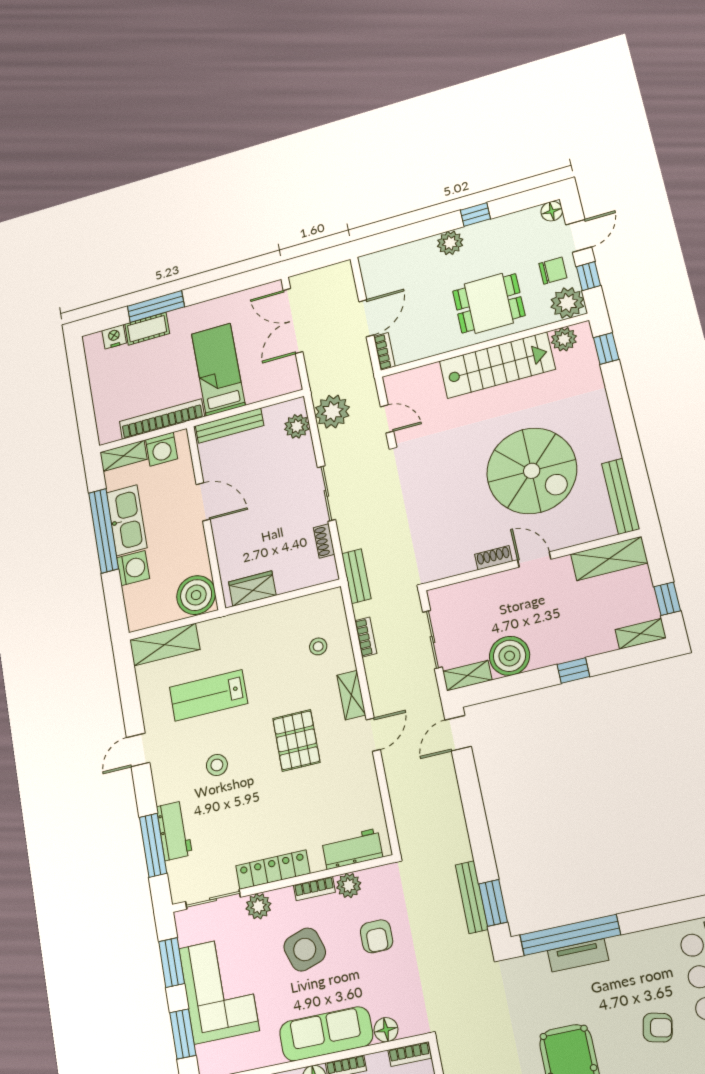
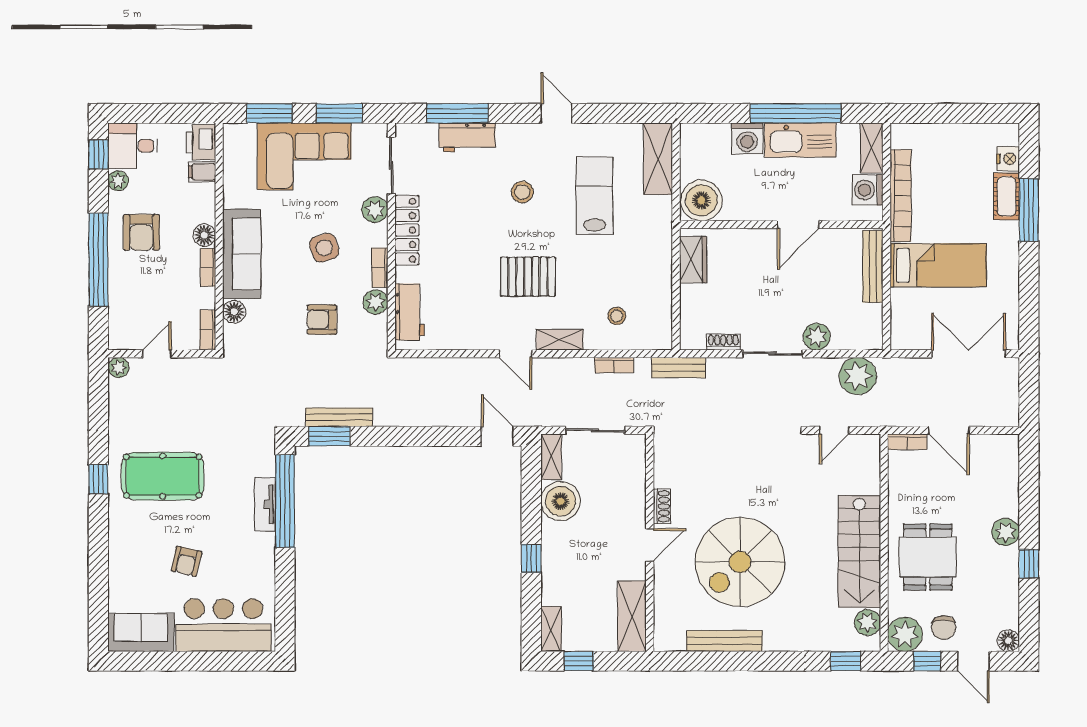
plant: (297, 426) -> (817, 337), moved
bench: (621, 496) -> (724, 641), moved
side table: (305, 950) -> (324, 248), width x0.73, depth x0.73

